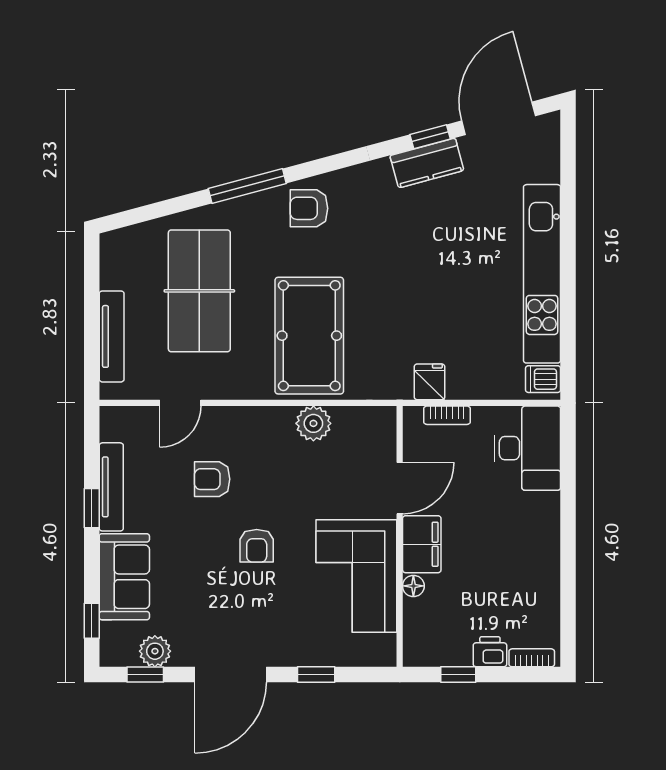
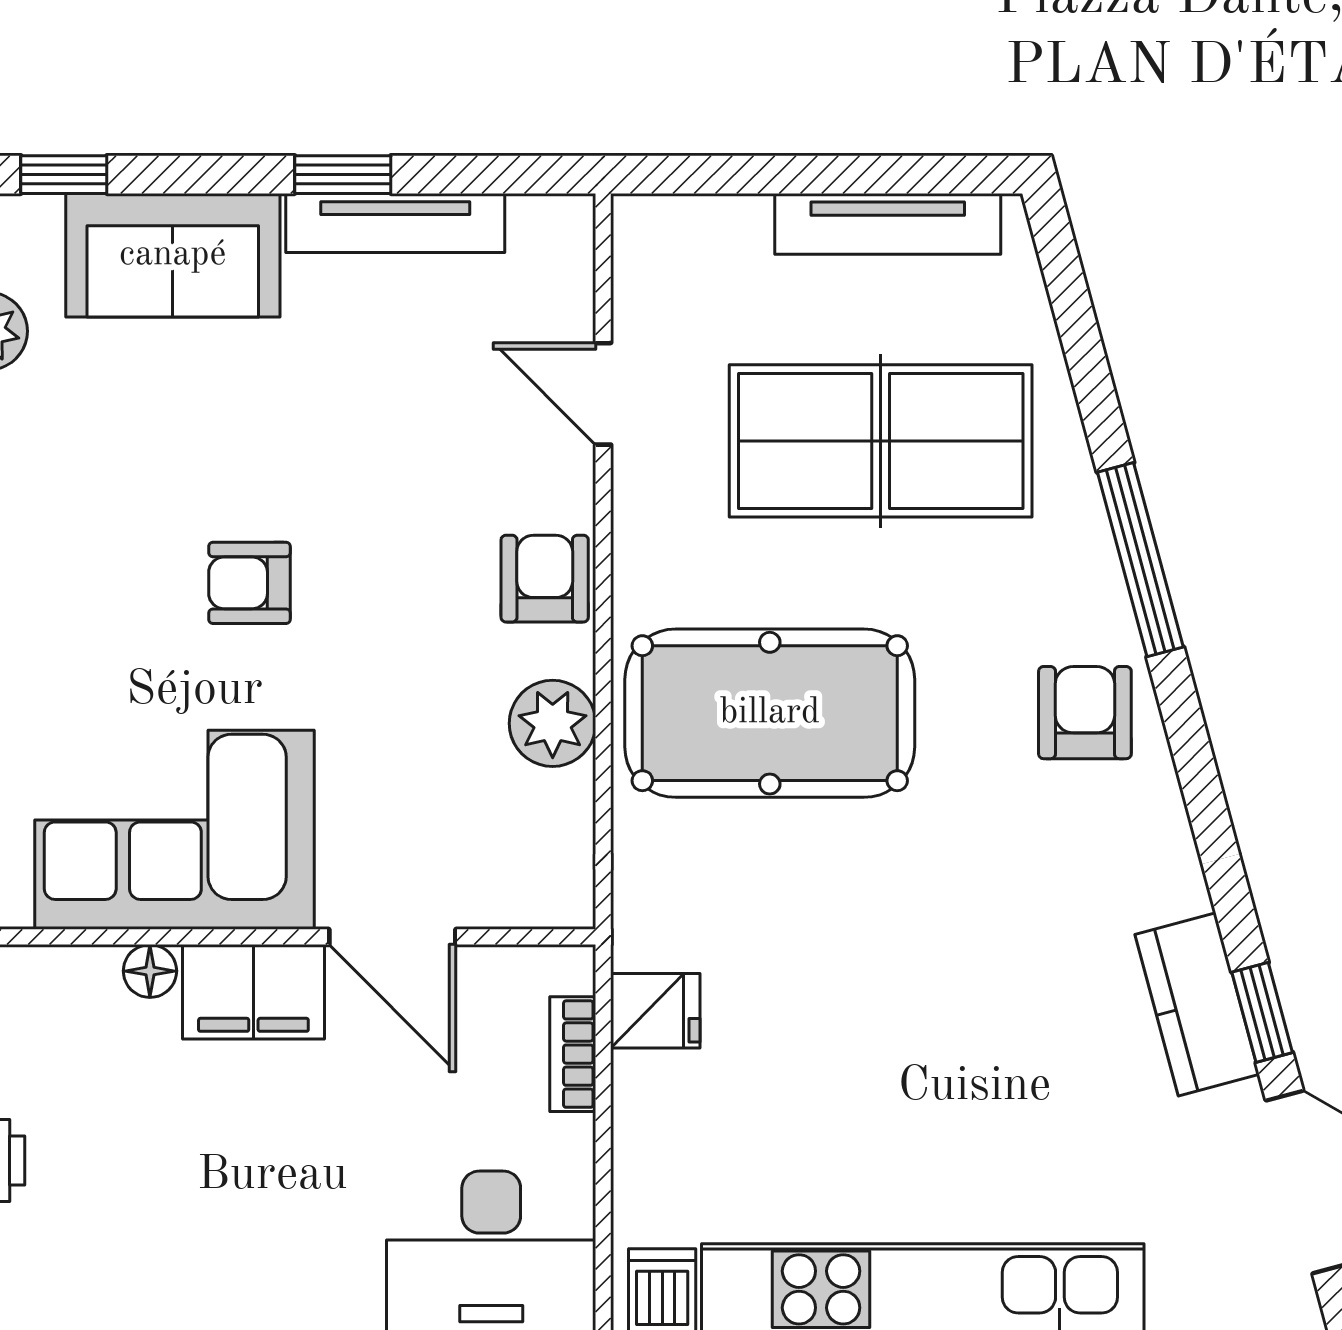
tv unit: (112, 336) -> (888, 224), moved
armchair: (212, 479) -> (545, 579), moved

